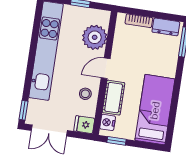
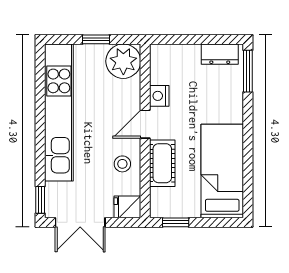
bookcase: (139, 21) -> (181, 51), removed
plant: (95, 37) -> (123, 61), moved
nightstand: (108, 122) -> (159, 96), moved

